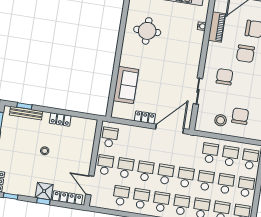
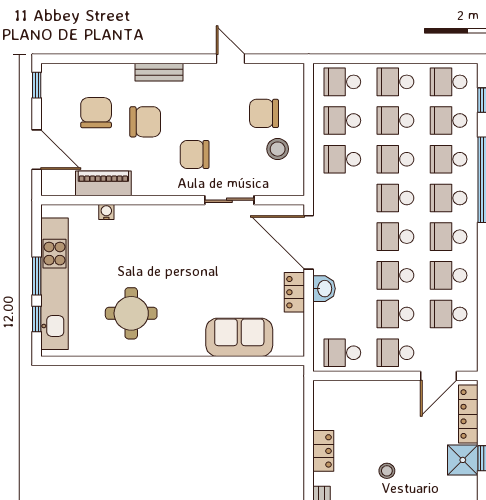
washbasin: (144, 133) -> (324, 289), added

